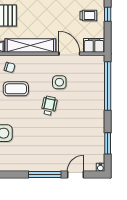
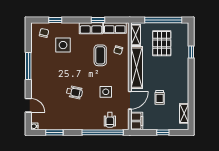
trolley: (88, 16) -> (160, 97), moved
wheelchair: (93, 77) -> (110, 120), added
wheelchair: (49, 106) -> (74, 92), moved
window: (45, 175) -> (28, 66), moved

